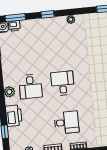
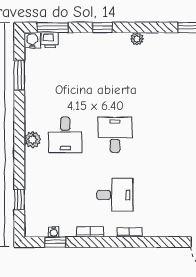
printer: (14, 116) -> (36, 177), removed

